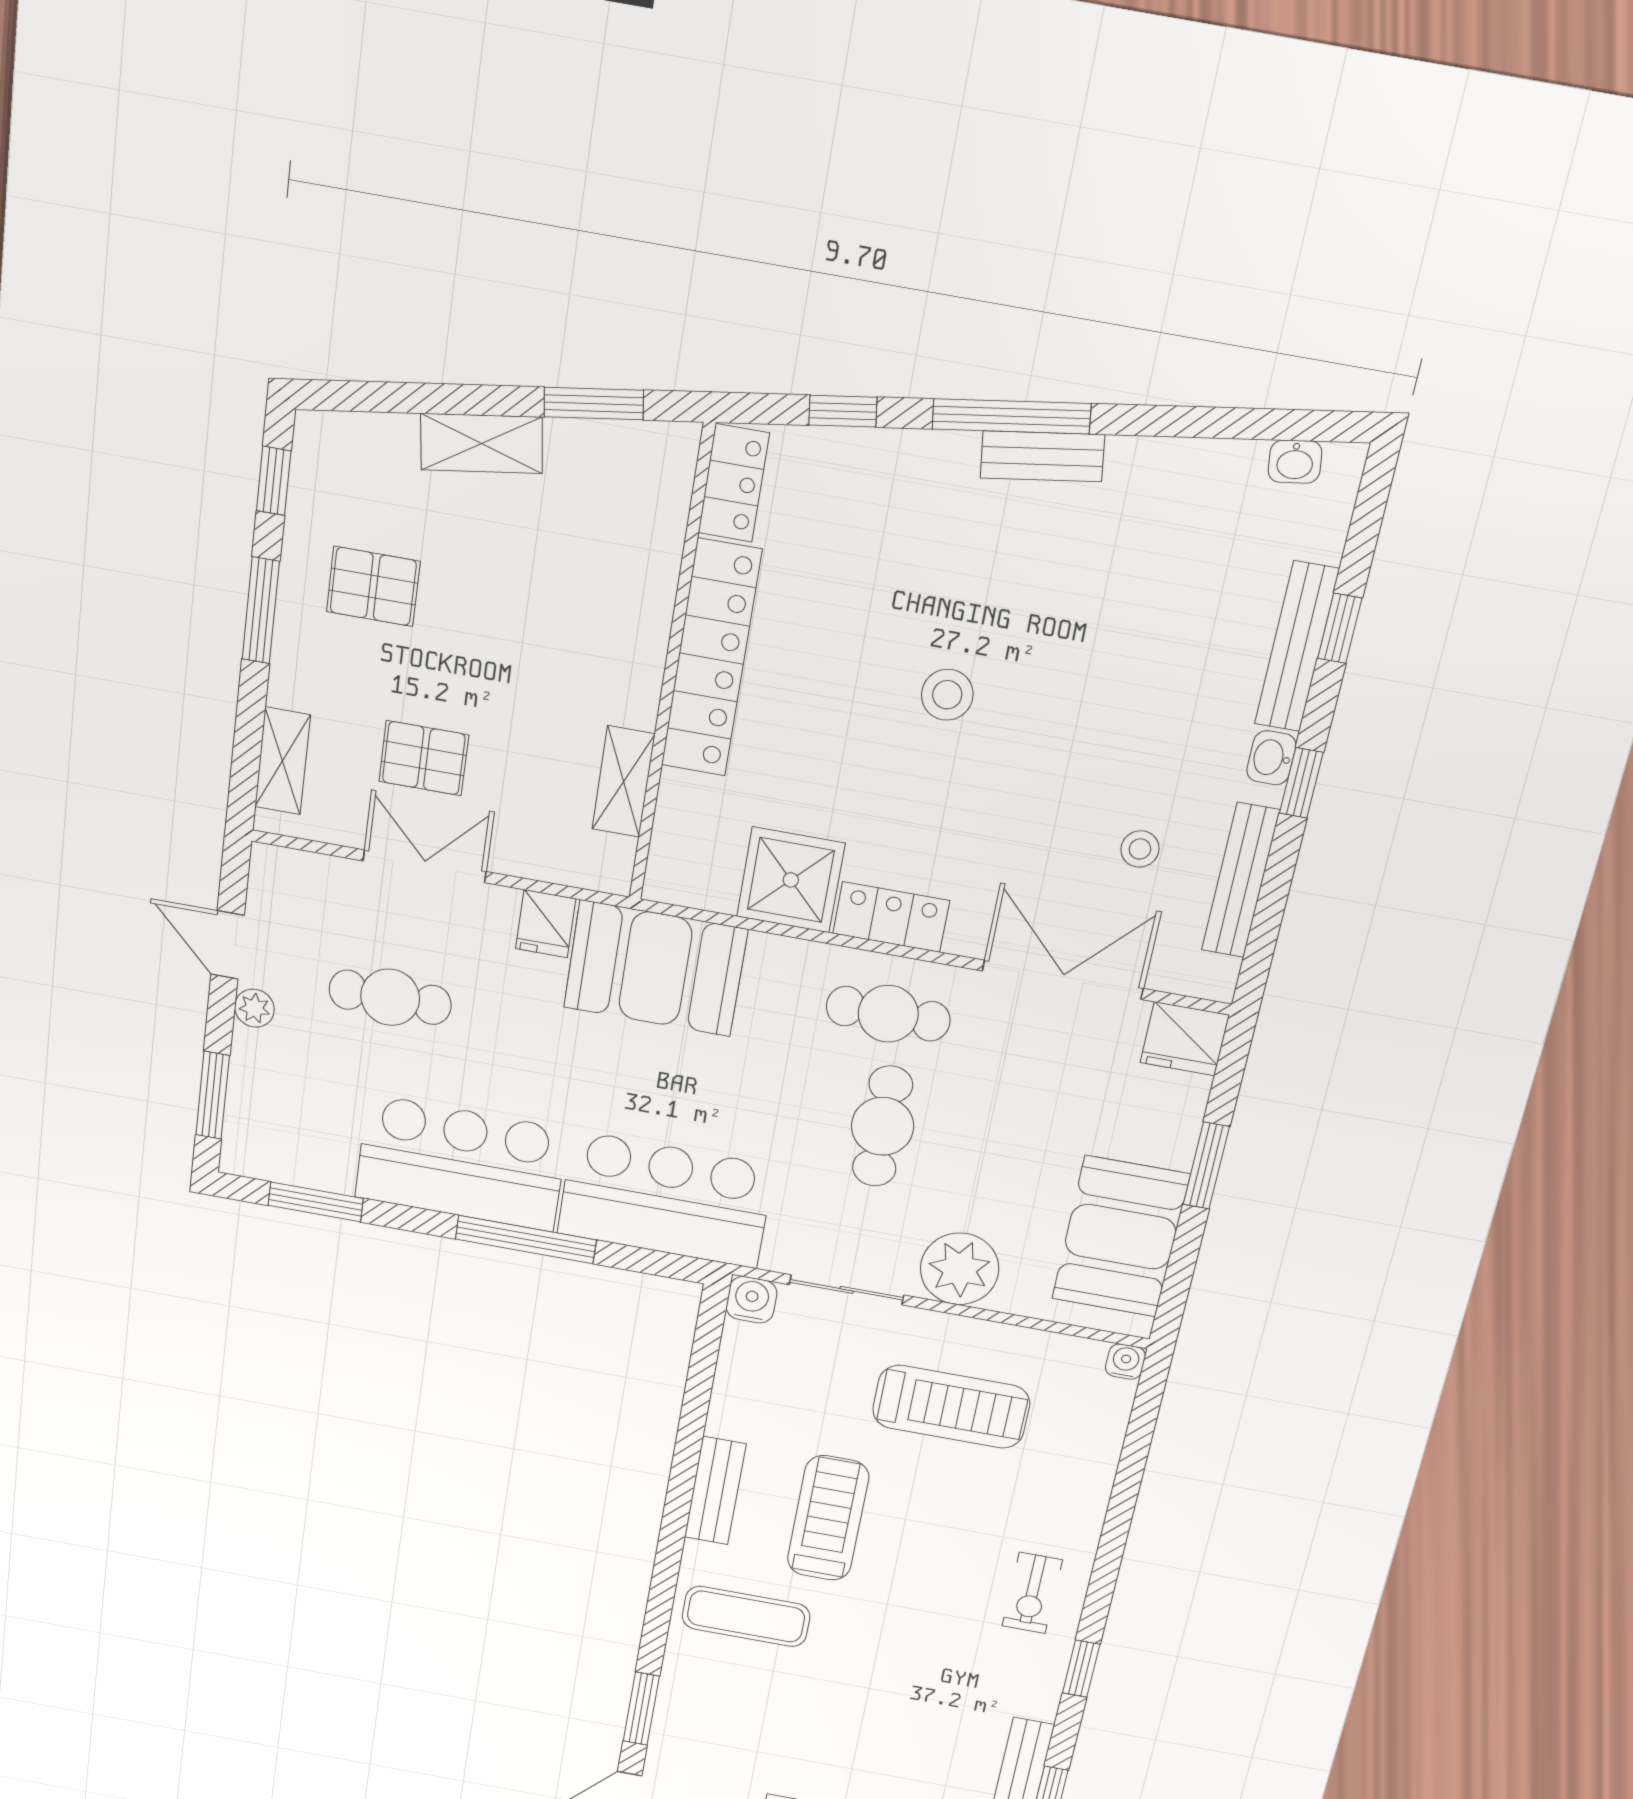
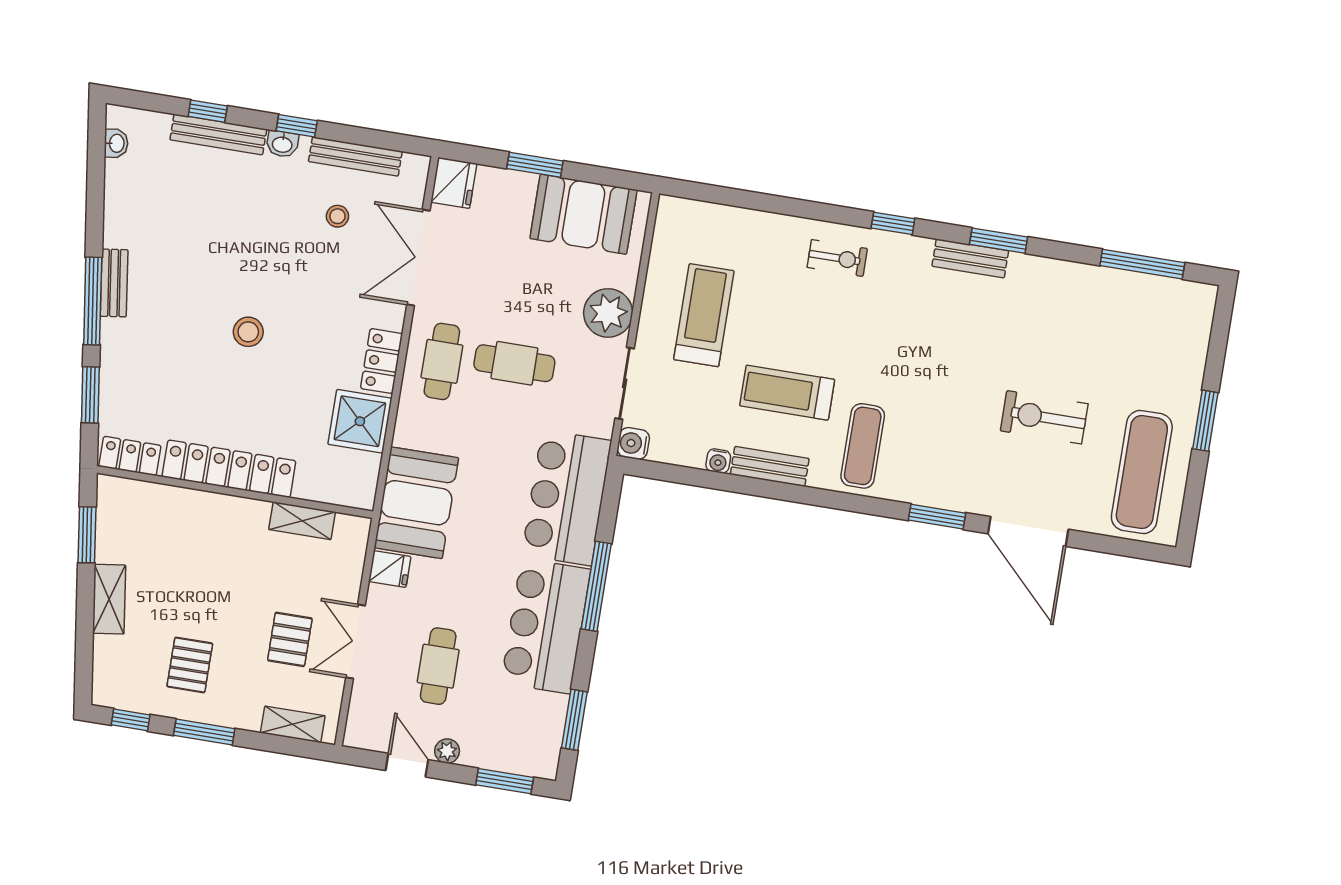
window: (843, 411) -> (90, 395), width x1.50
door: (228, 945) -> (407, 765), swing flipped
water cooler: (1125, 1362) -> (718, 461), moved, turned -90

